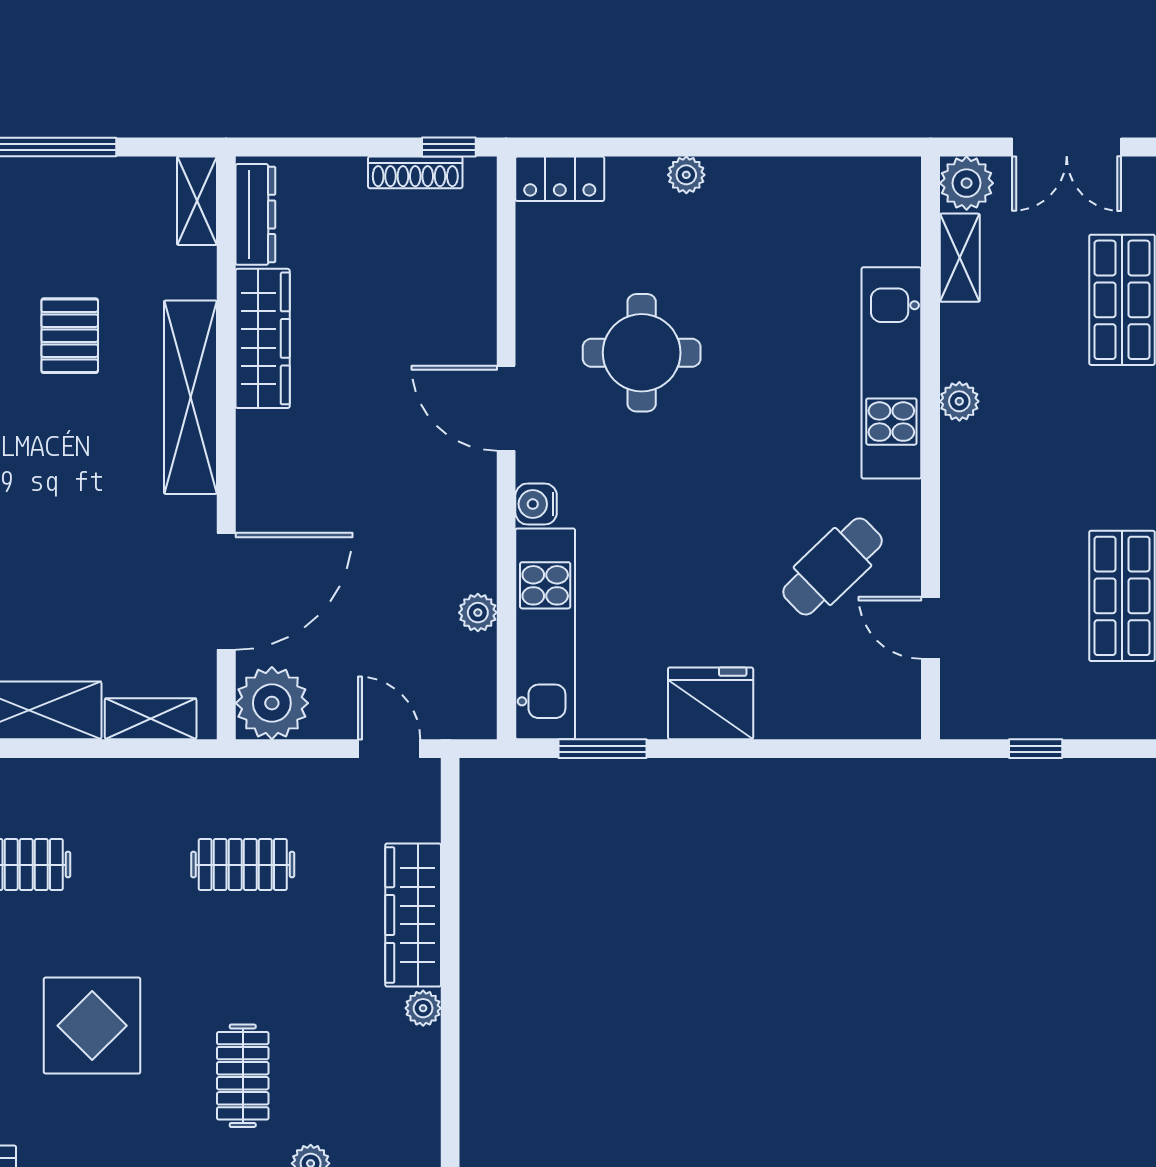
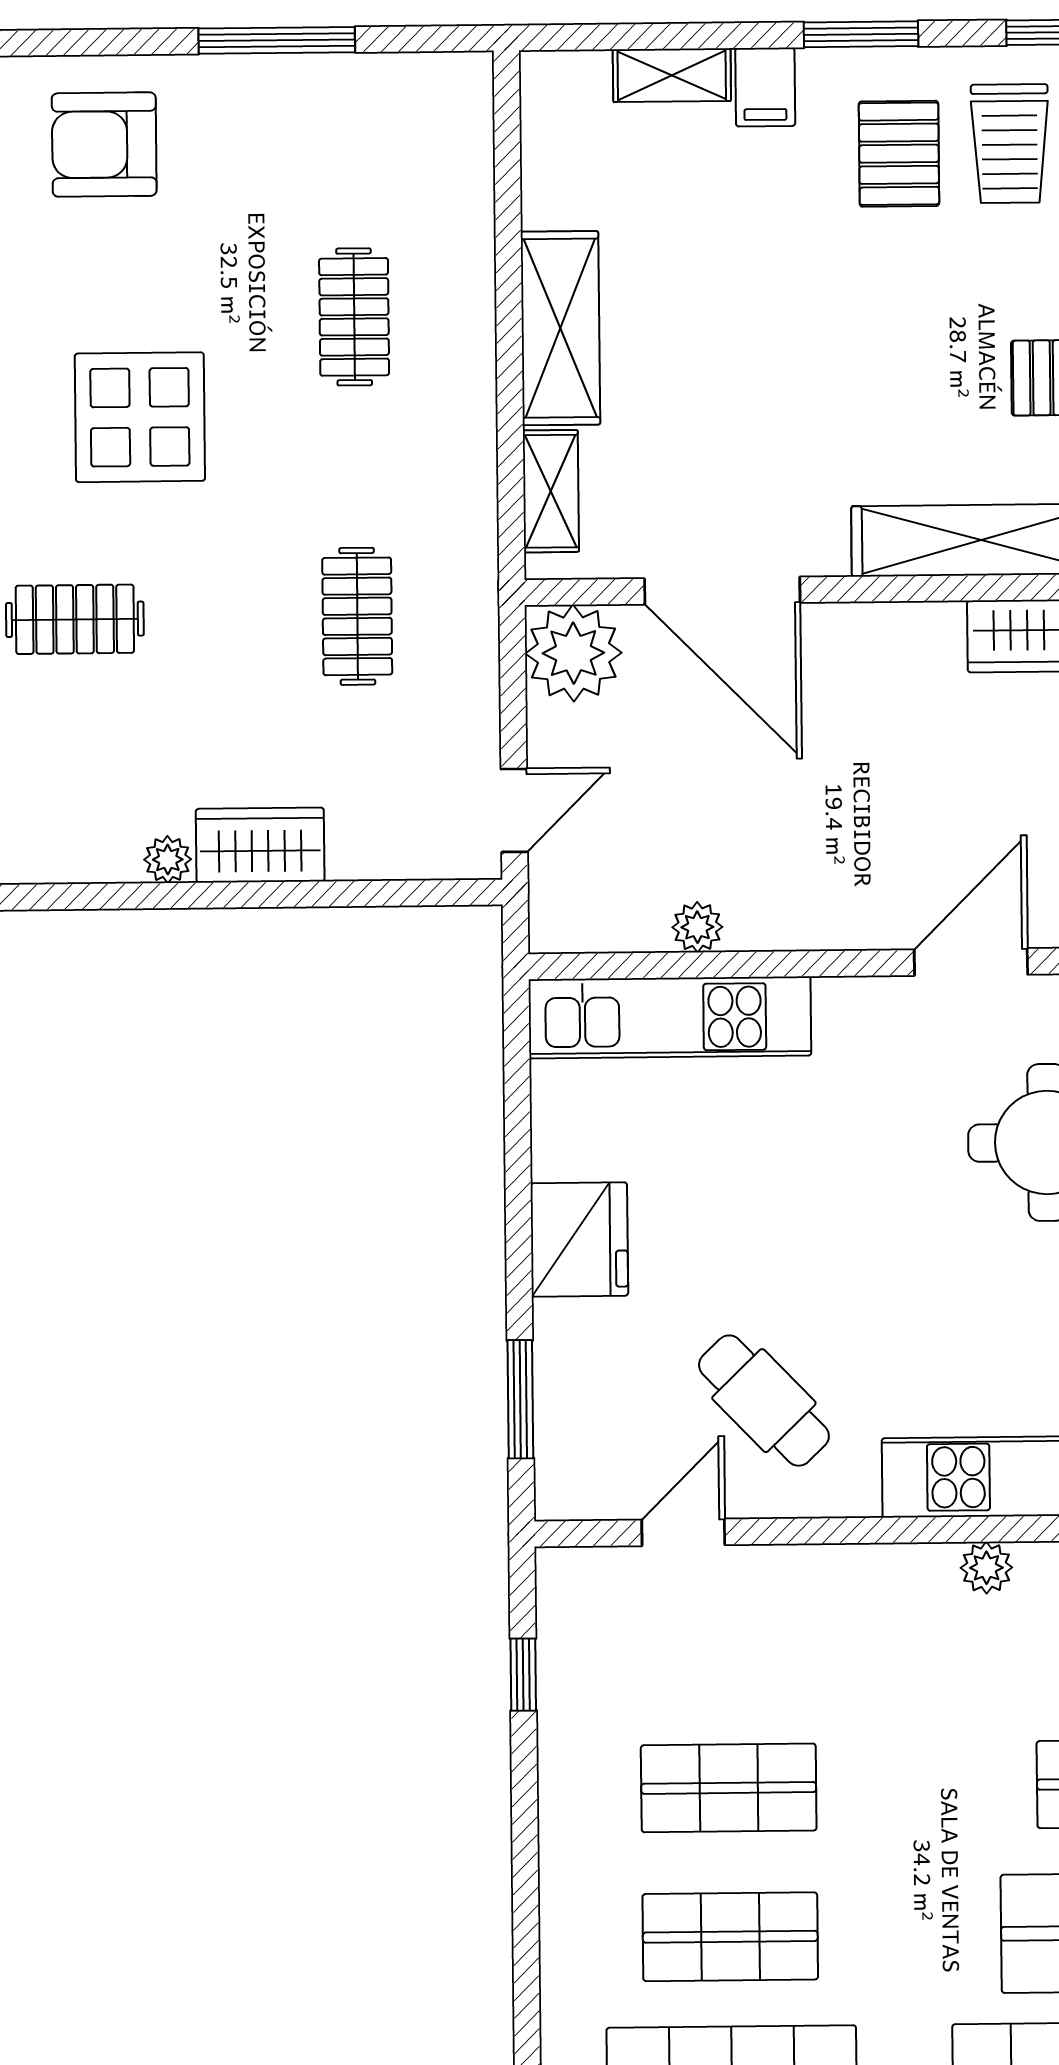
water cooler: (536, 504) -> (843, 1003), removed
window: (603, 749) -> (520, 1399), moved
wardrobe: (413, 915) -> (260, 845), width x0.67

